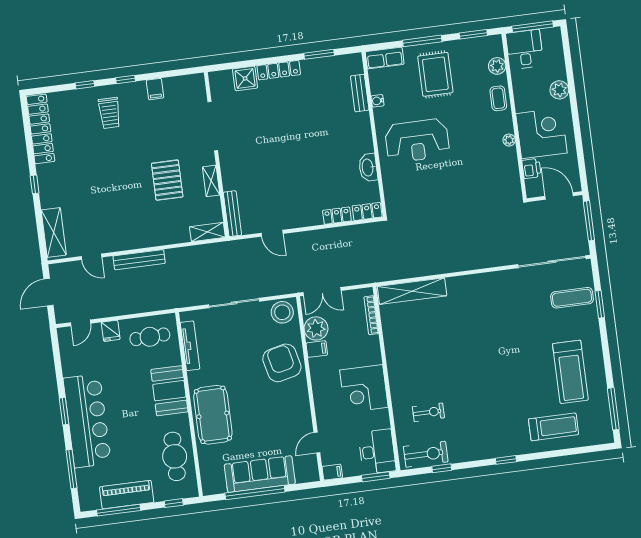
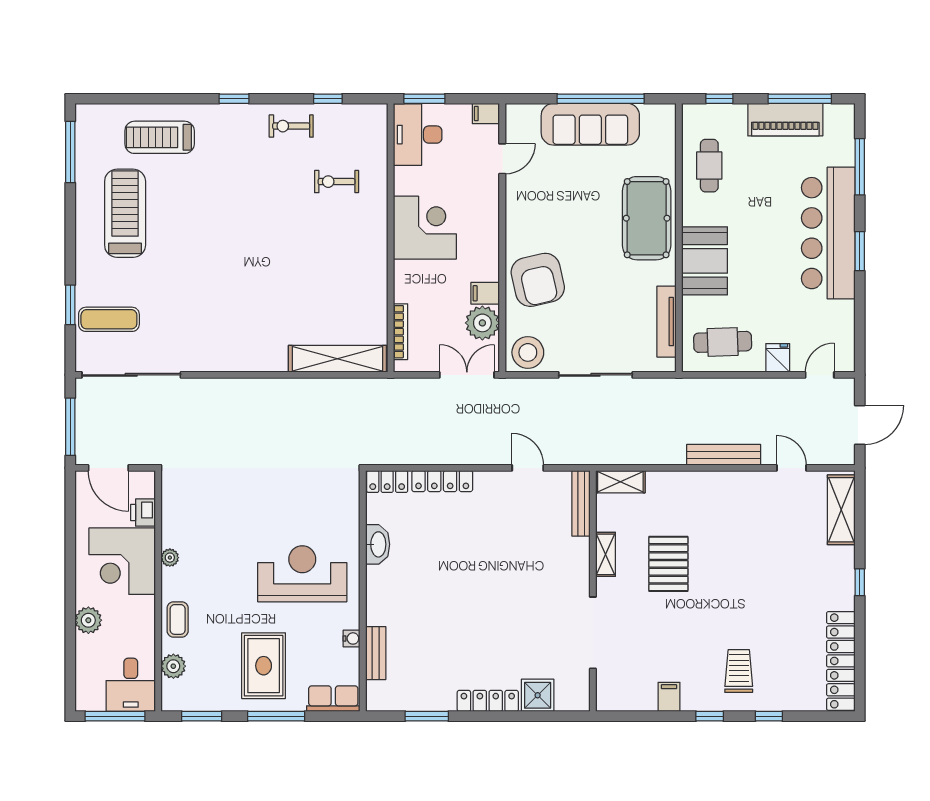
locker: (337, 216) -> (442, 481), width x1.53
exercise bike: (426, 454) -> (291, 126), moved, width x0.73, depth x0.72
cafe table: (175, 456) -> (709, 166), width x0.73, depth x0.74

